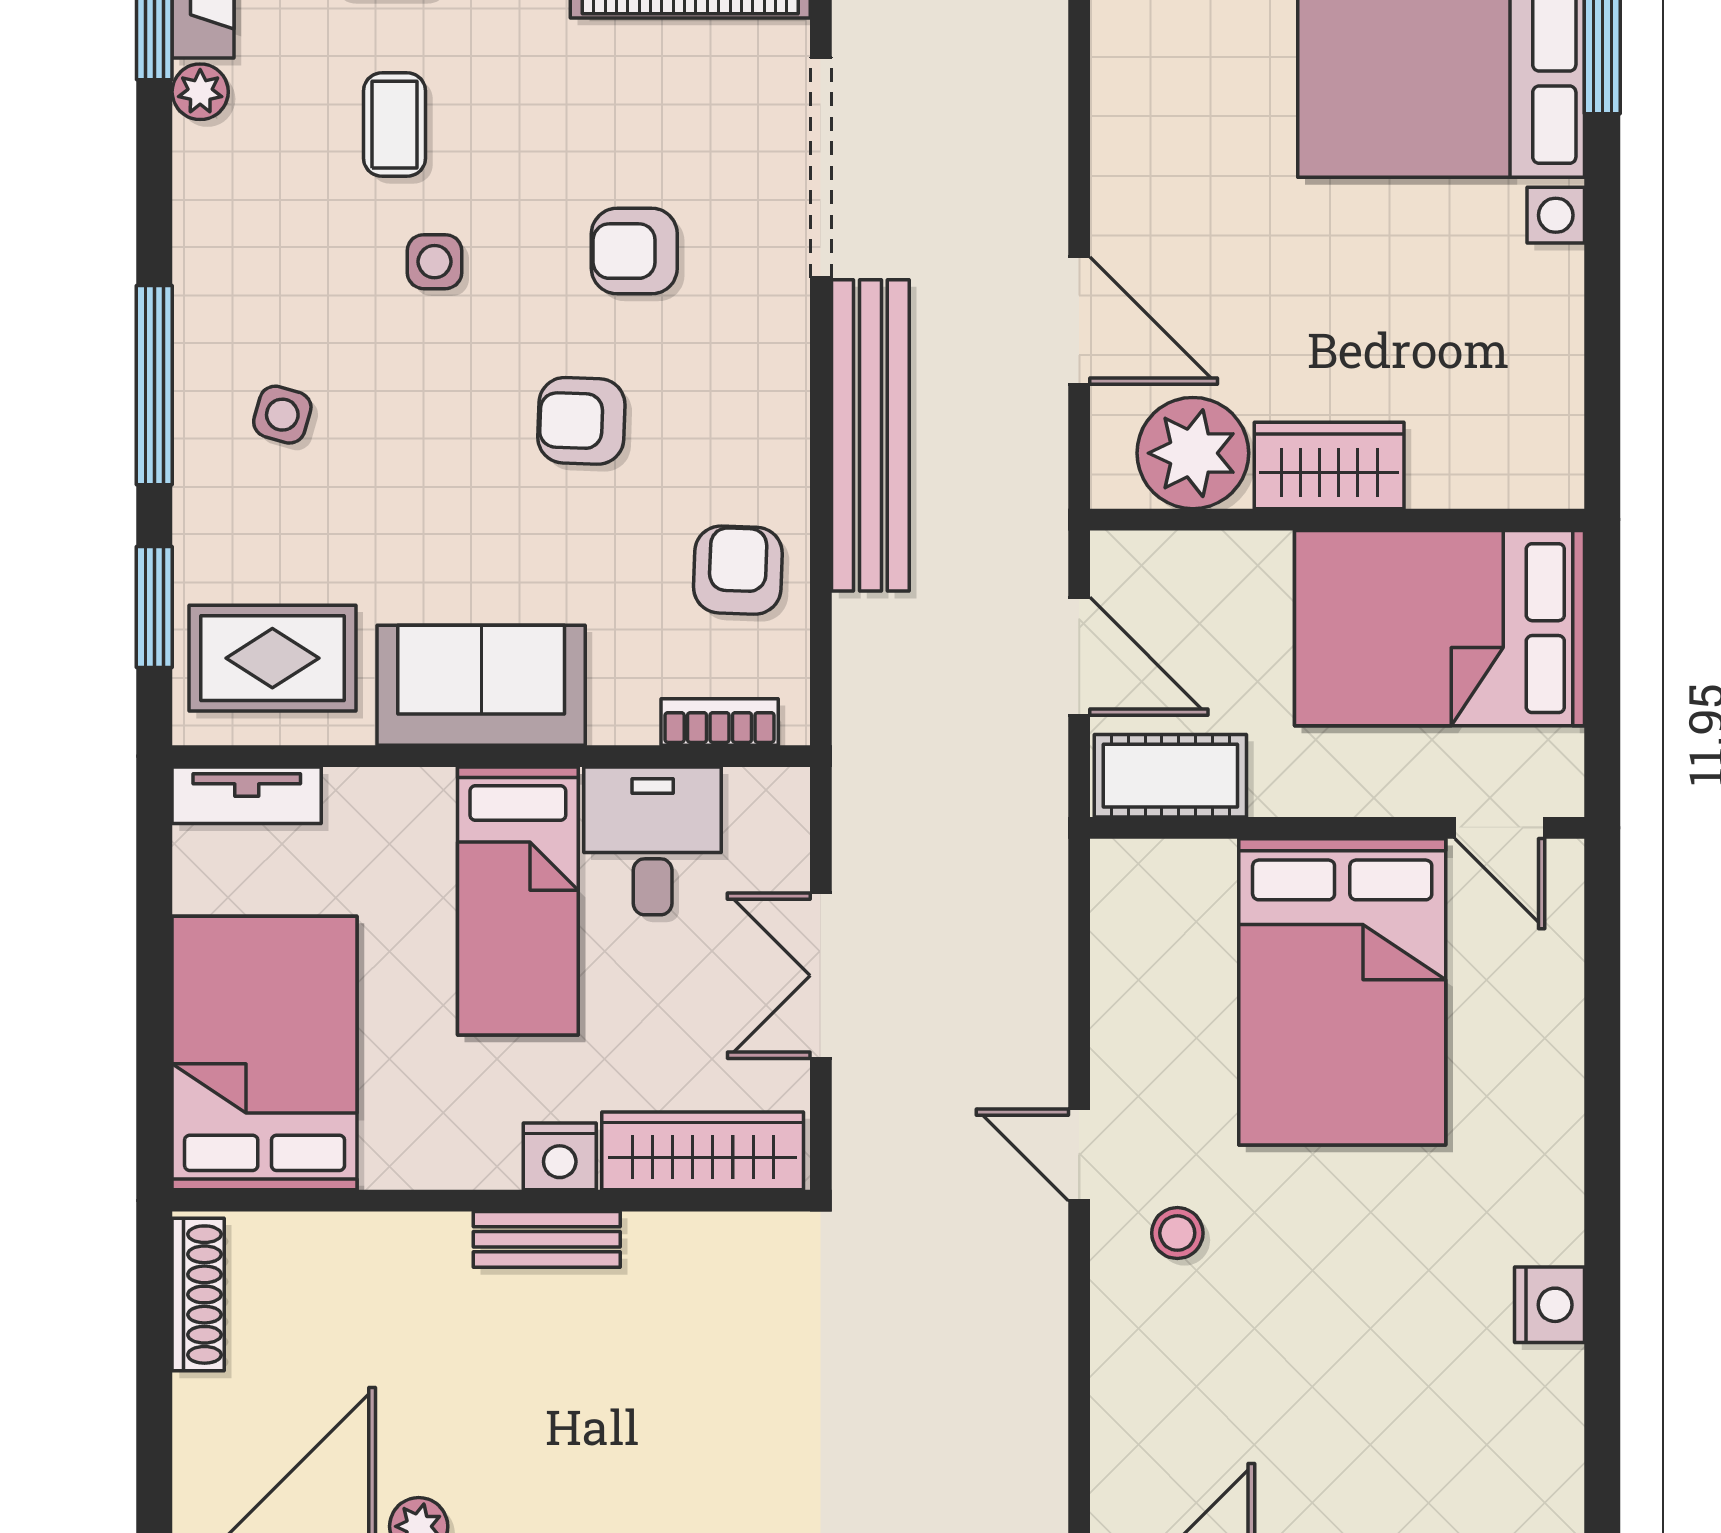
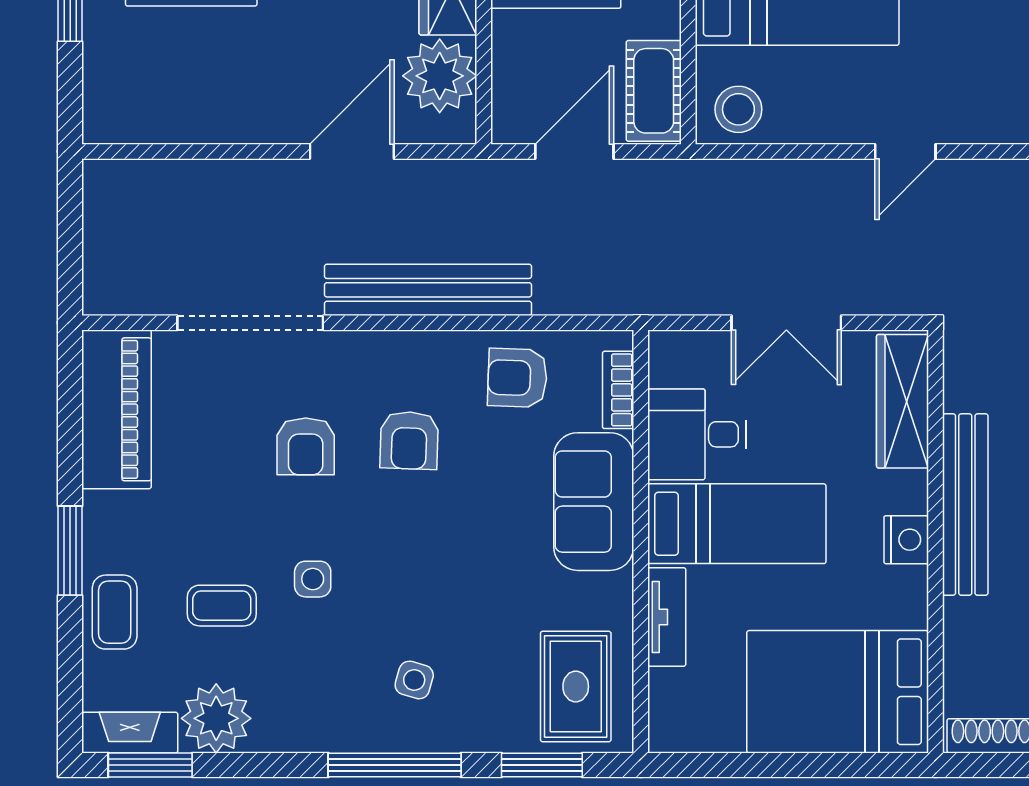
plant: (200, 92) -> (216, 718), width x1.87, depth x1.87
armchair: (581, 421) -> (409, 440), moved
sofa: (481, 685) -> (594, 502), moved
tv unit: (247, 795) -> (667, 617), moved
nightstand: (560, 1156) -> (906, 540), moved
stool: (1177, 1233) -> (738, 109), moved, width x1.37, depth x1.37
bench: (547, 1239) -> (965, 505), width x1.86, depth x1.21

